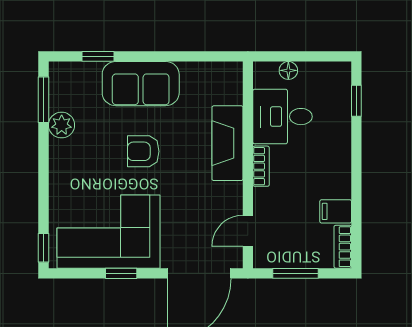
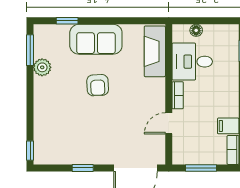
fireplace: (227, 143) -> (155, 51), moved
armchair: (143, 151) -> (98, 85), turned -93
door: (248, 231) -> (169, 123), moved
corner sofa: (109, 232) -> (74, 140), removed

